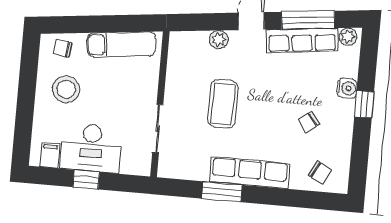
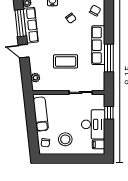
plant: (219, 40) -> (35, 78), moved
window: (86, 180) -> (109, 113), moved
window: (222, 192) -> (109, 58), width x1.44

